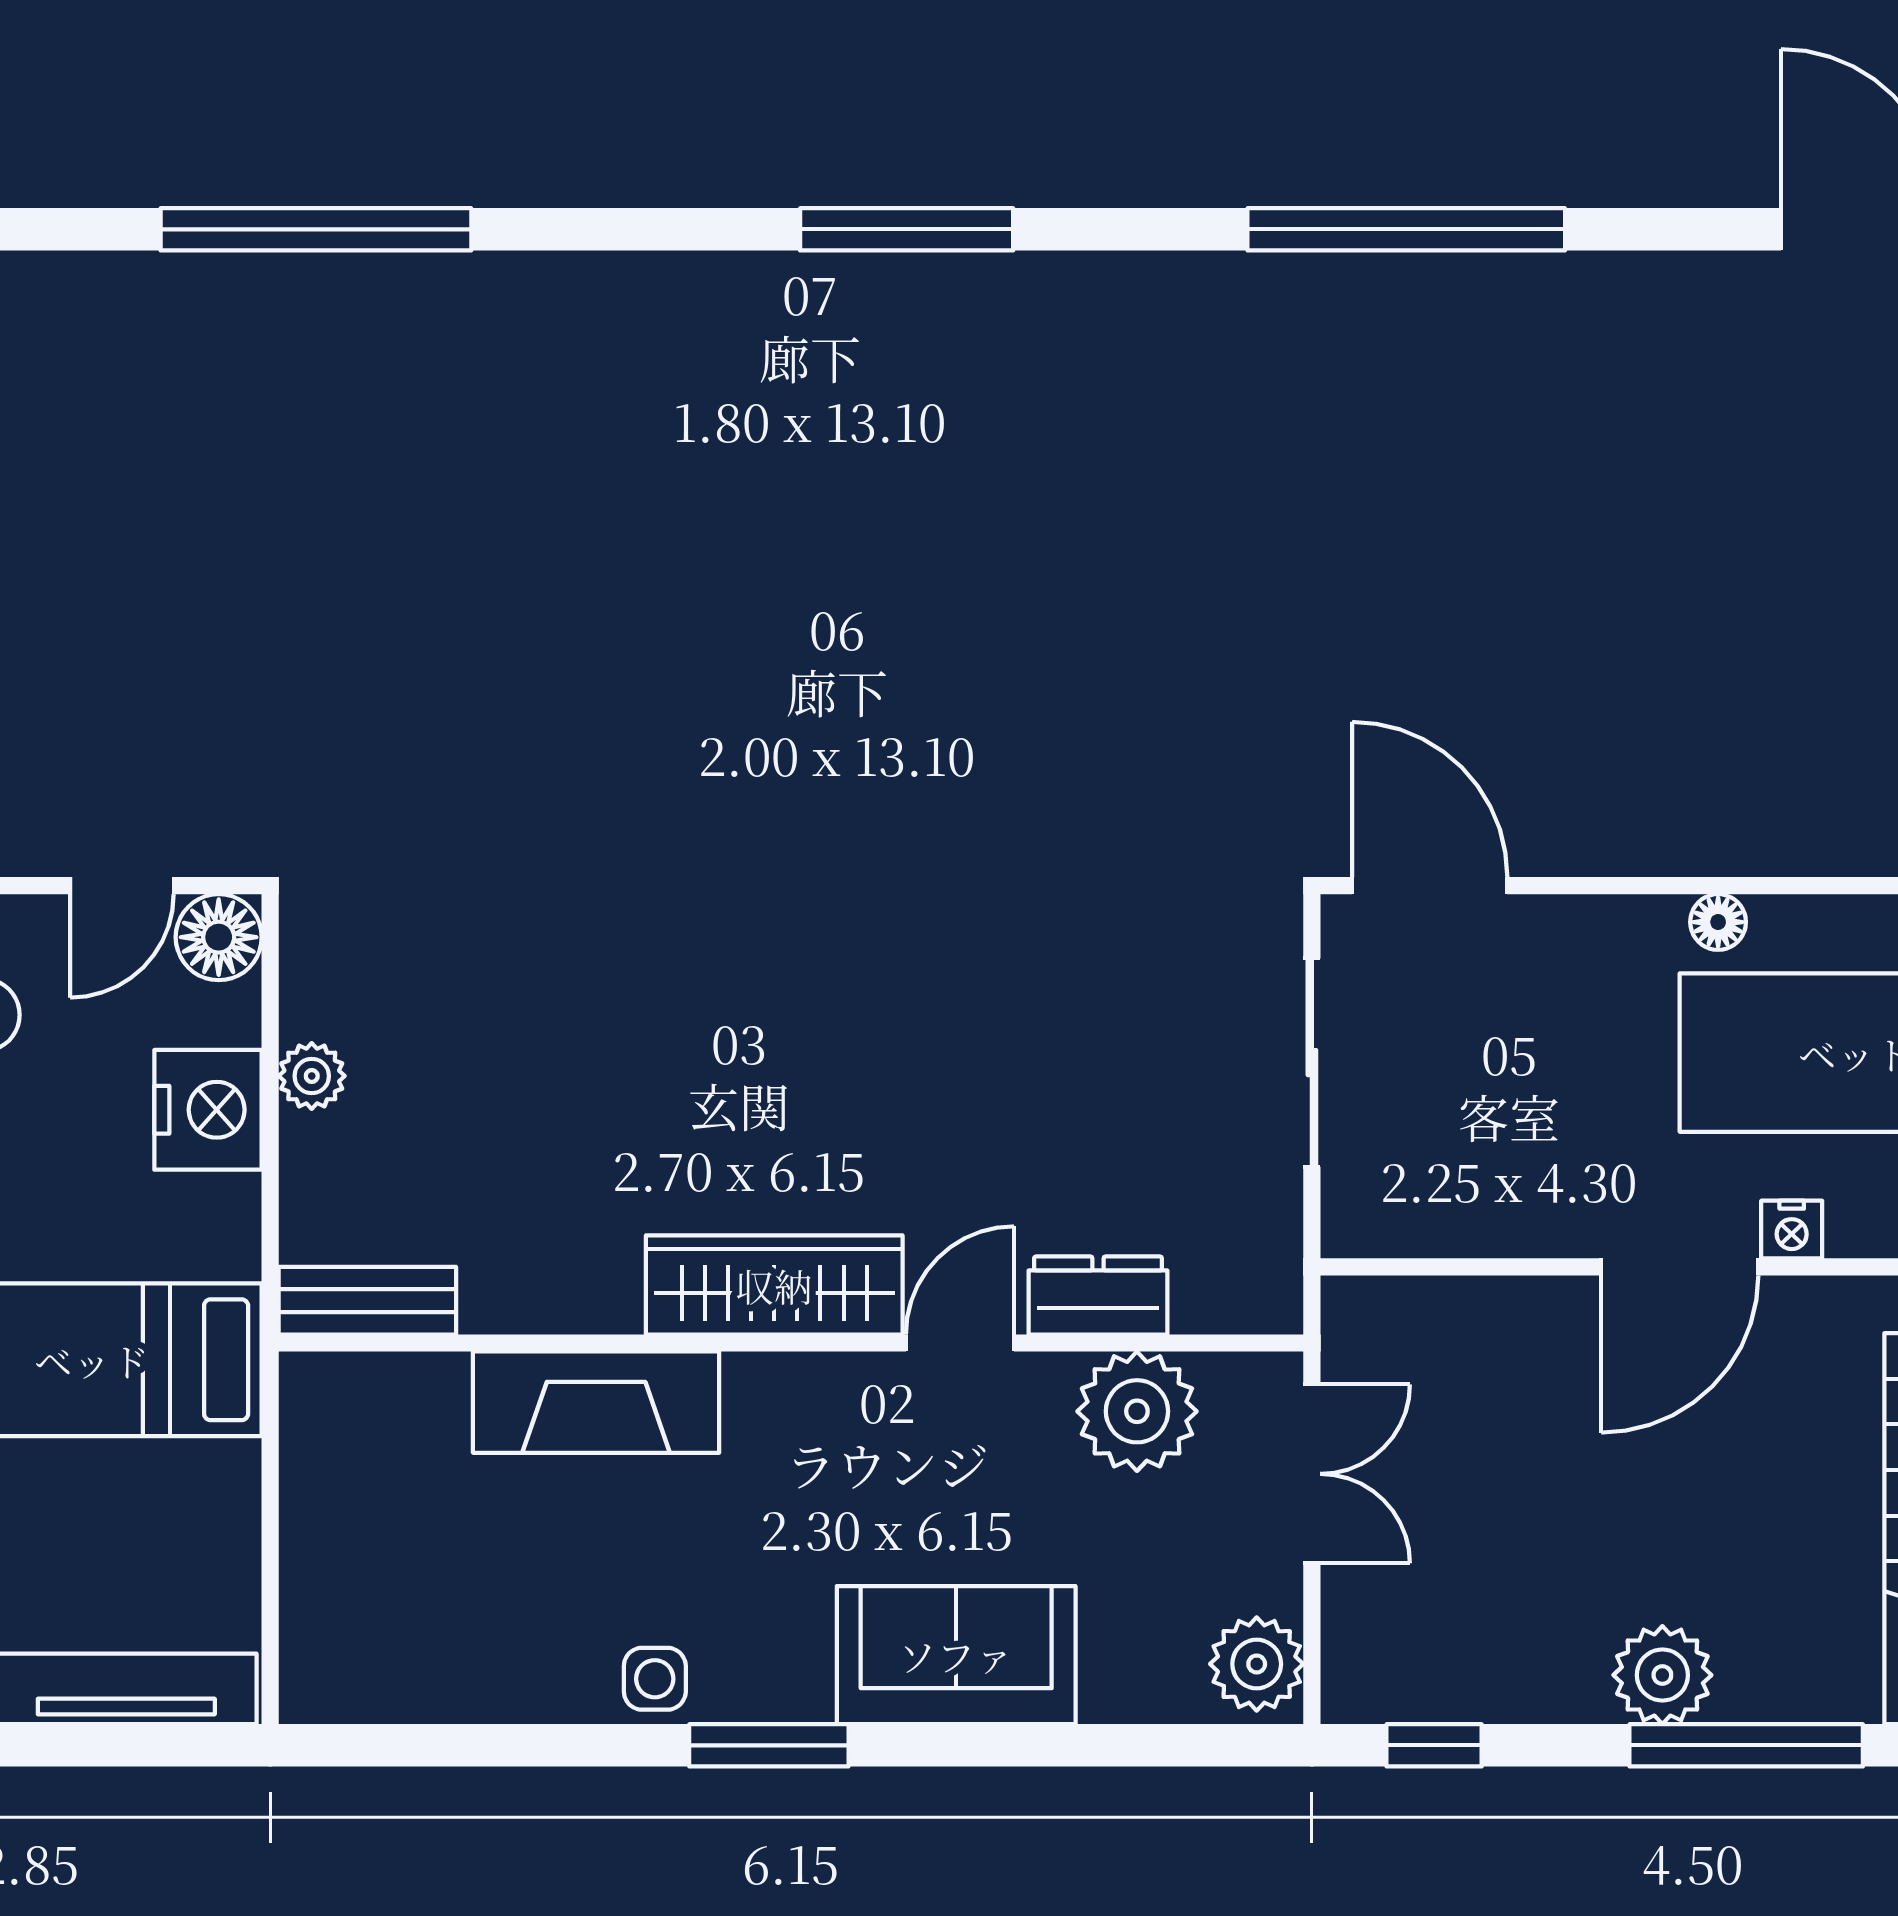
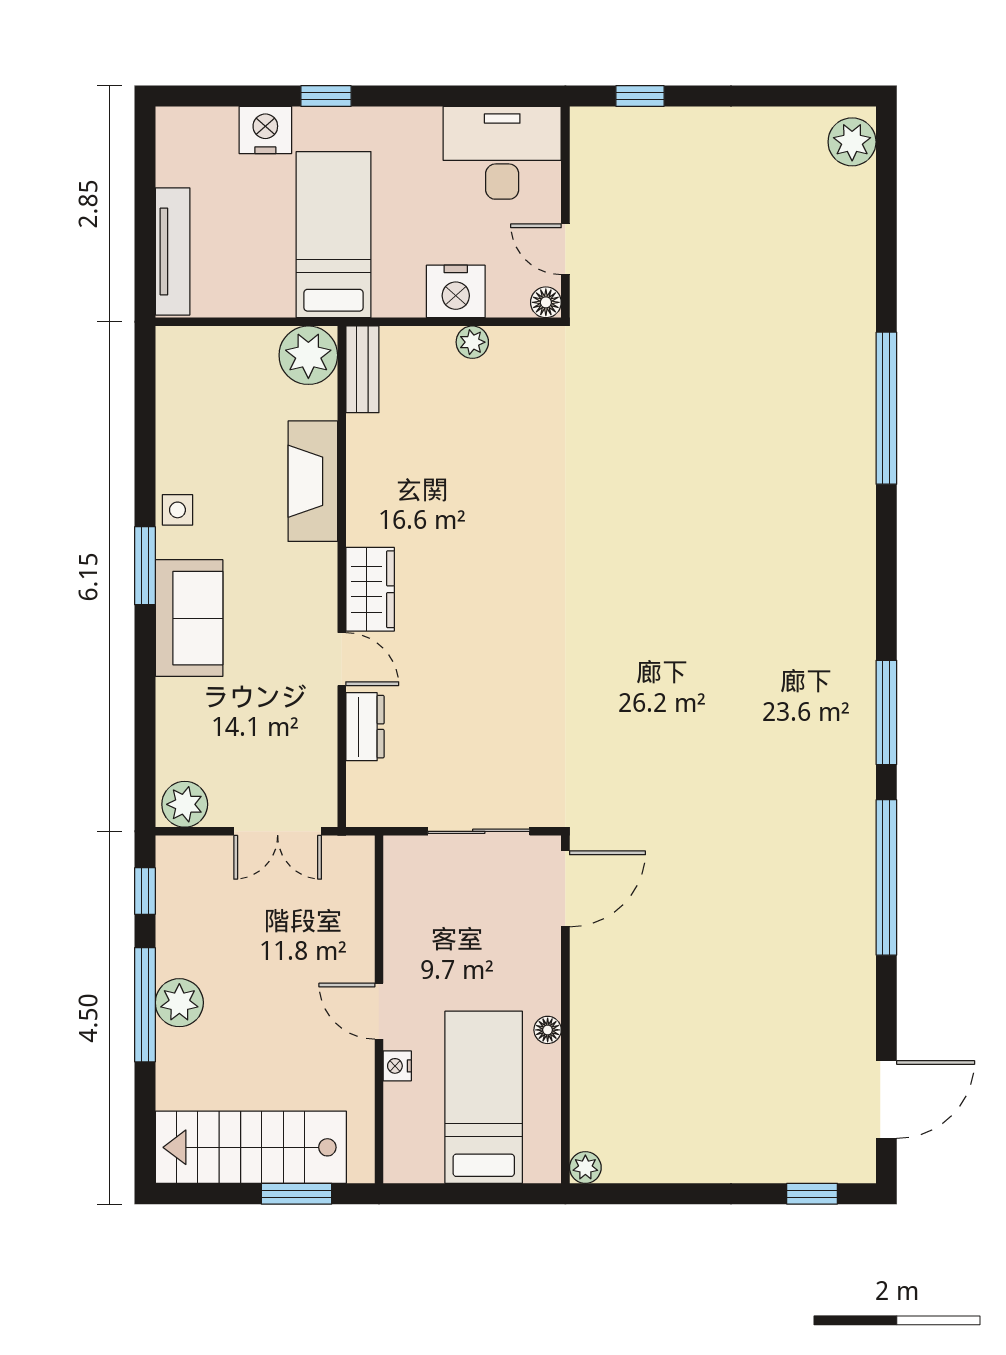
window: (316, 229) -> (886, 408), moved
window: (907, 229) -> (886, 712), moved
floor lamp: (219, 937) -> (546, 302), width x0.73, depth x0.73
door: (1680, 1267) -> (379, 1011), width x0.73
wardrobe: (774, 1285) -> (370, 589), width x0.67
plant: (1137, 1411) -> (308, 355), moved
sofa: (956, 1655) -> (189, 618), moved
window: (1746, 1745) -> (145, 1005), moved

